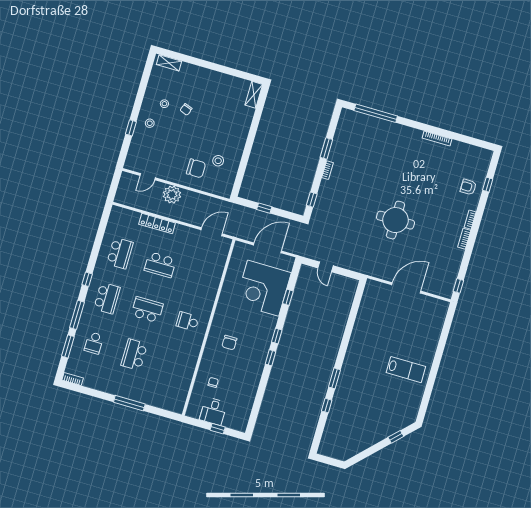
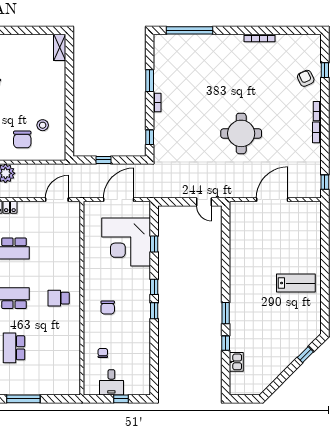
chair: (196, 168) -> (22, 139), turned 90
armchair: (468, 187) -> (306, 78), turned 65
door: (326, 267) -> (204, 202), moved
kitchen sink: (331, 425) -> (236, 362), added

